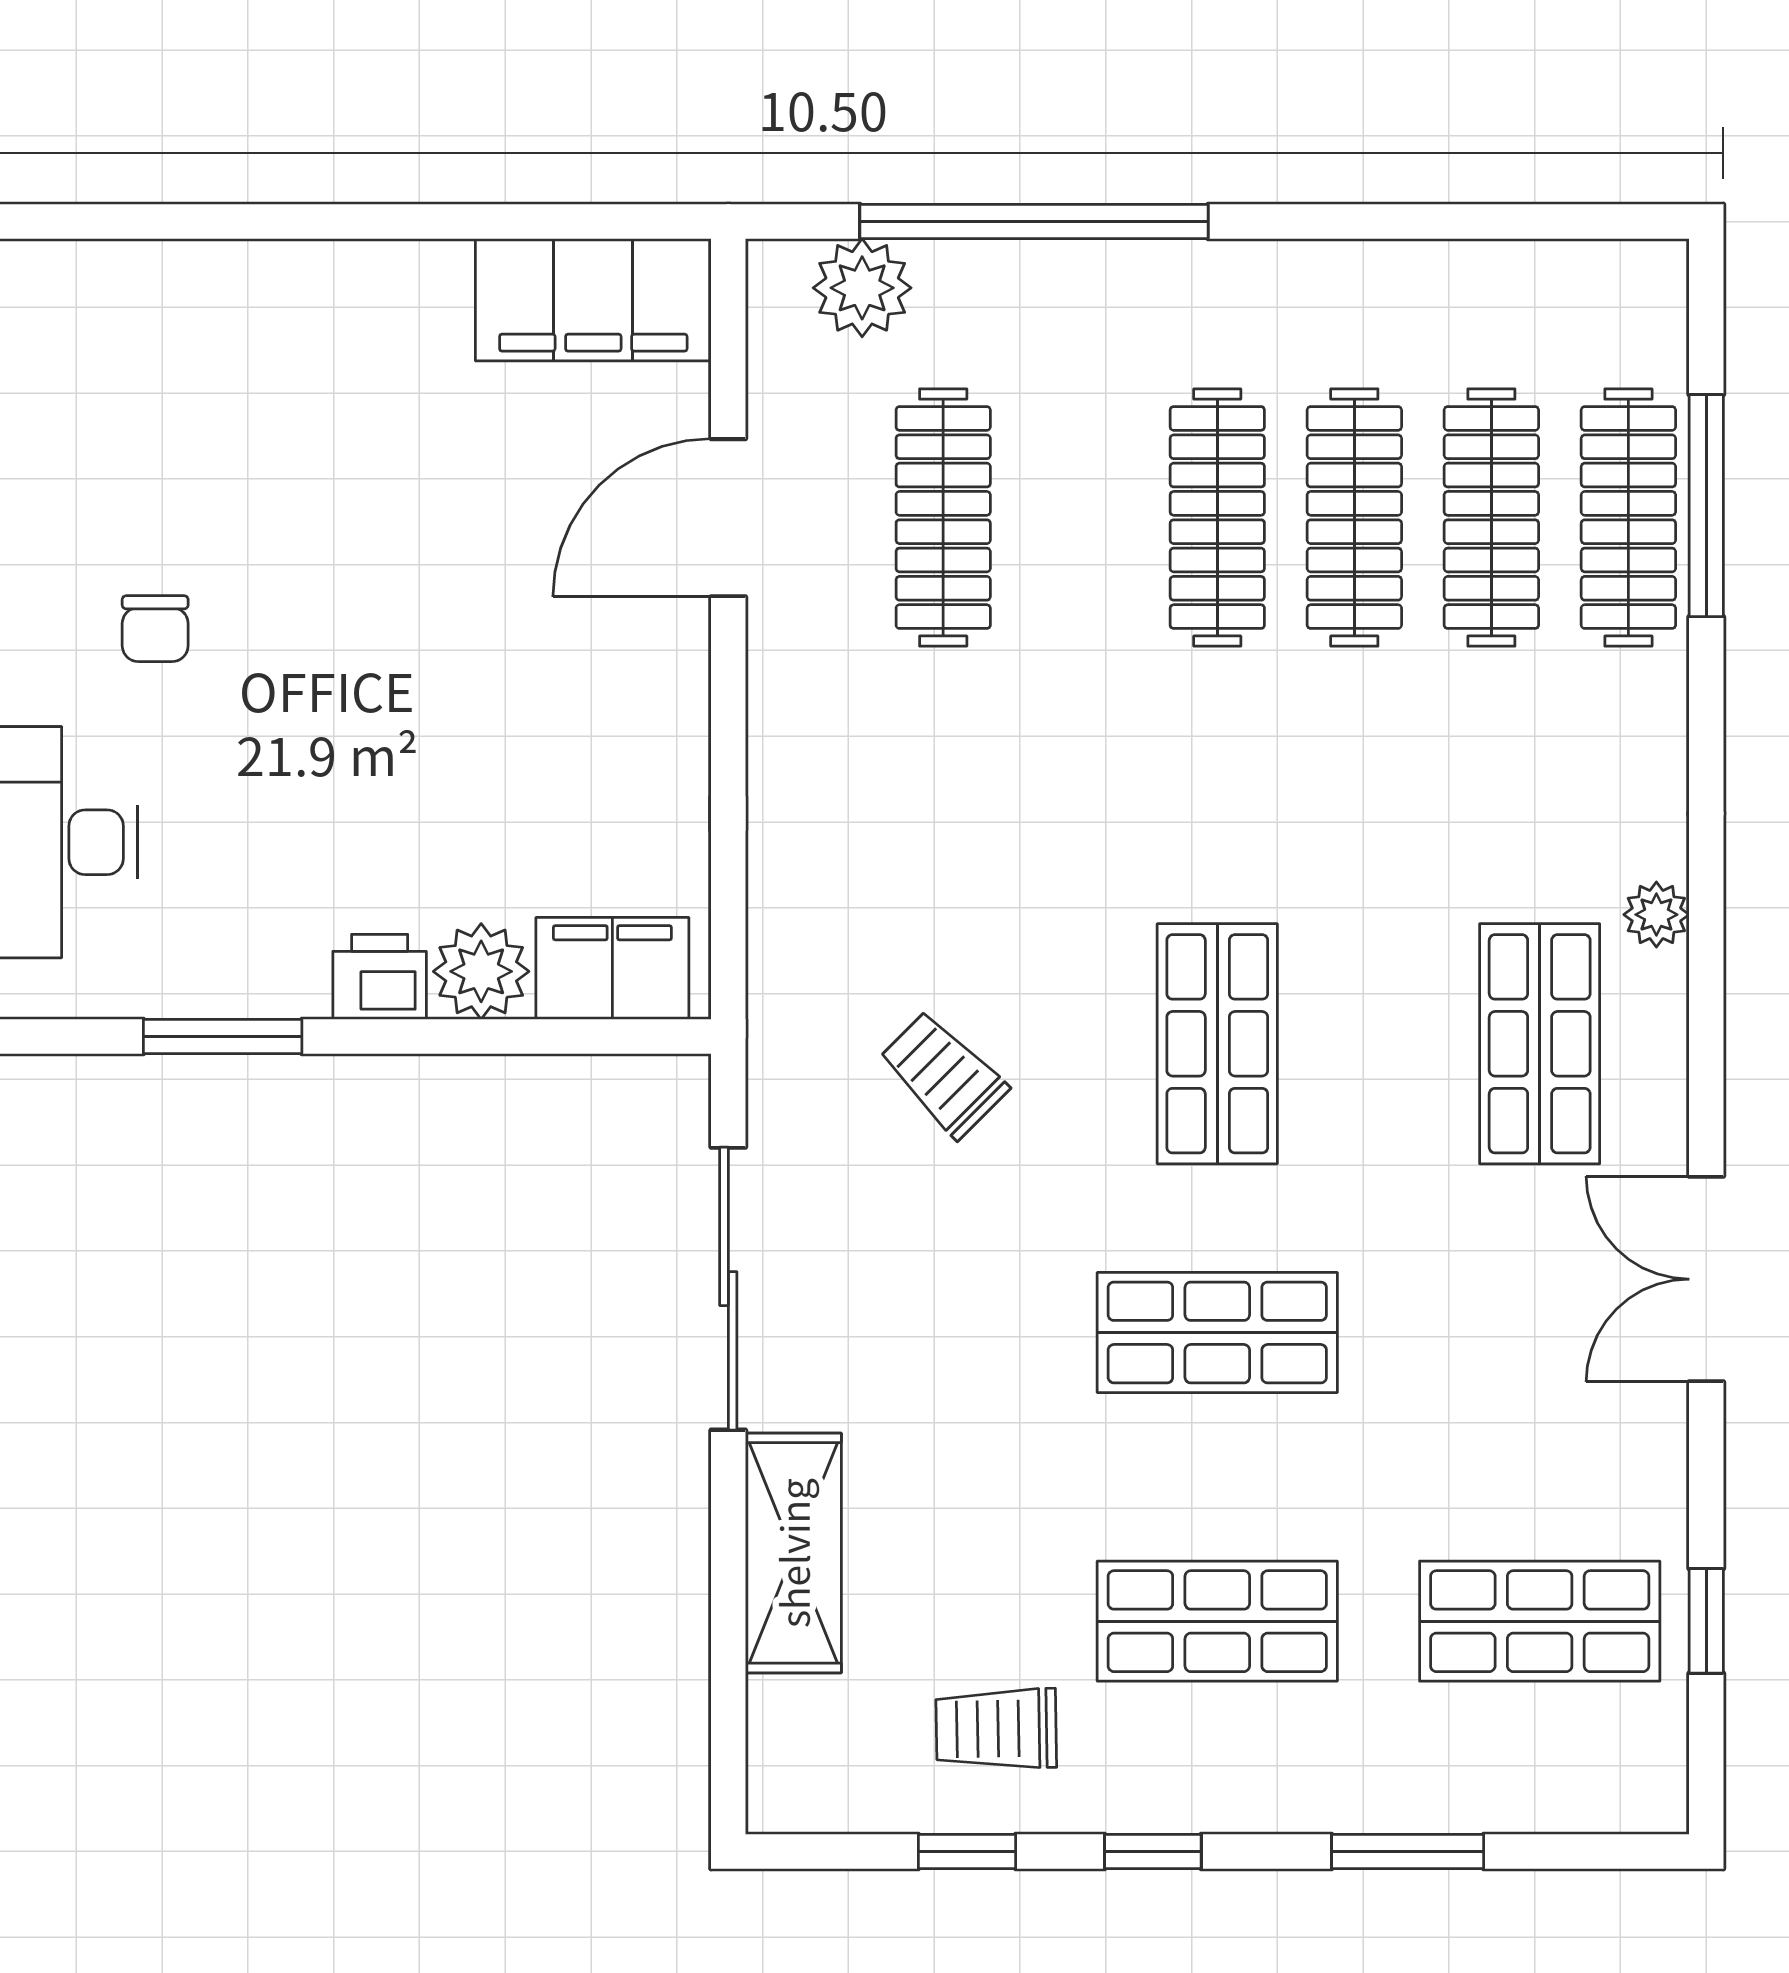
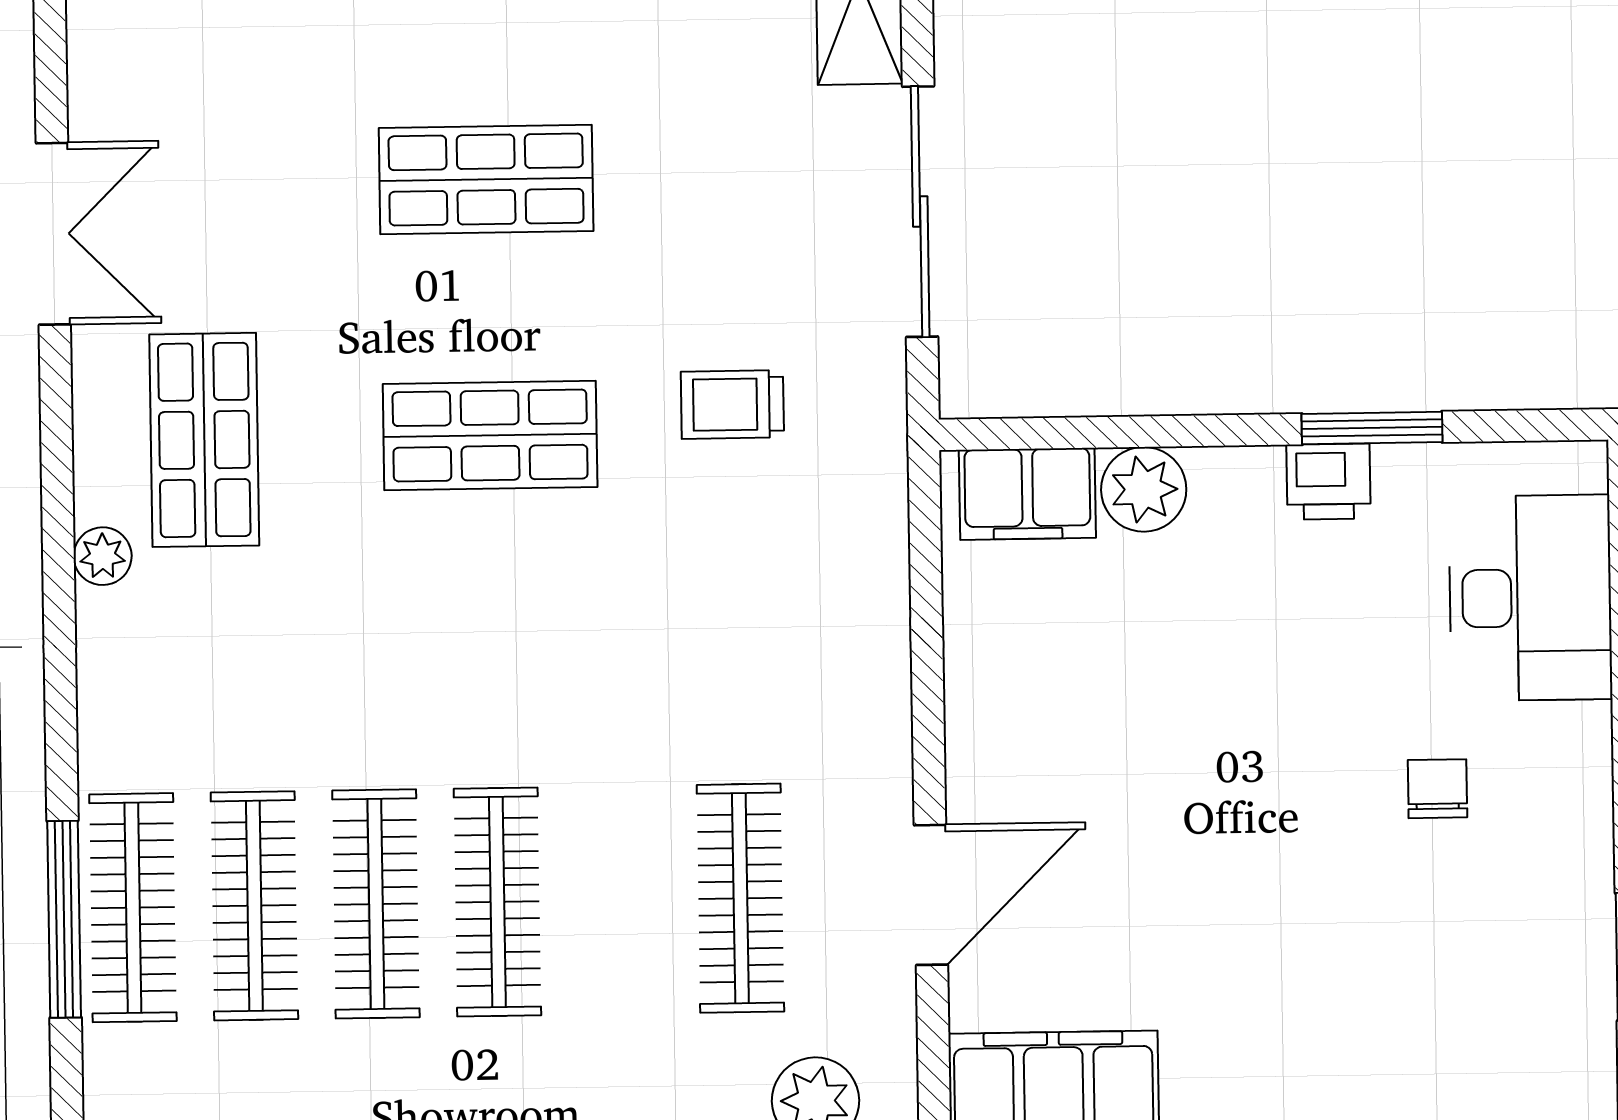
printer: (380, 977) -> (1328, 482), moved
shop shelf: (1217, 1044) -> (490, 435), turned 90
trolley: (944, 1074) -> (732, 405), turned 135

